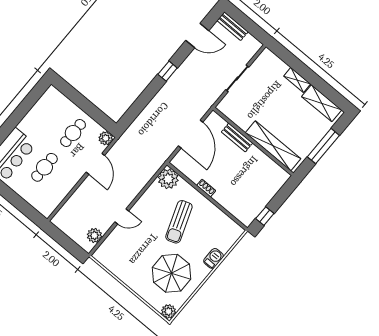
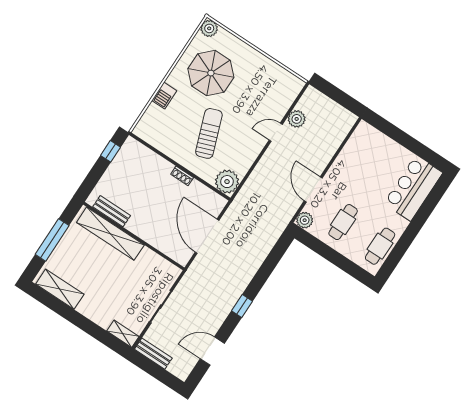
bench: (232, 26) -> (153, 354), moved
shelving: (297, 80) -> (123, 334), moved
bench: (237, 138) -> (112, 211), moved
cafe table: (44, 167) -> (380, 246), moved
plant: (94, 235) -> (297, 119), moved

